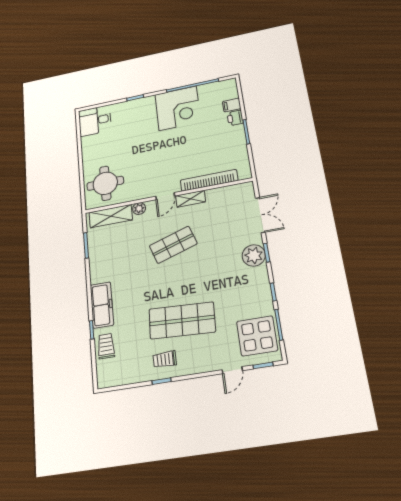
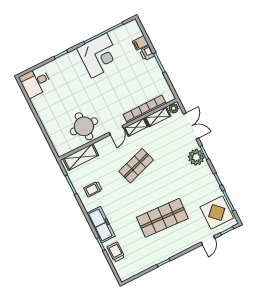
round table: (105, 183) -> (84, 126), moved
shelving: (222, 193) -> (158, 117), added
plant: (139, 209) -> (174, 108), moved
trolley: (165, 359) -> (93, 189), moved

